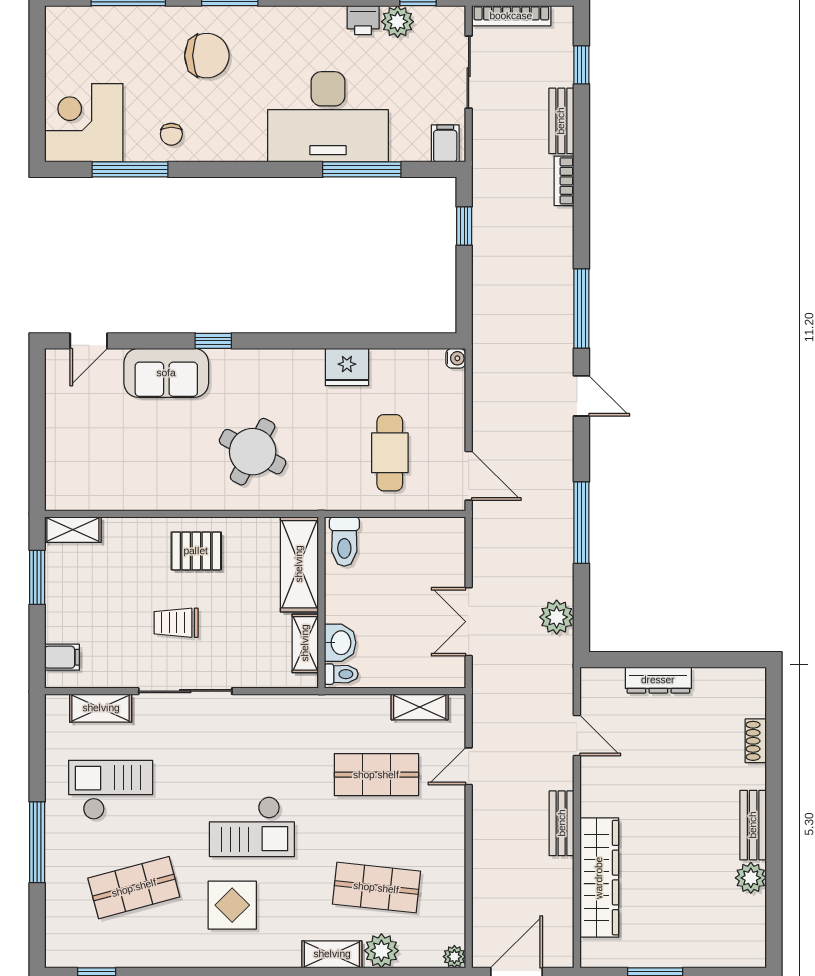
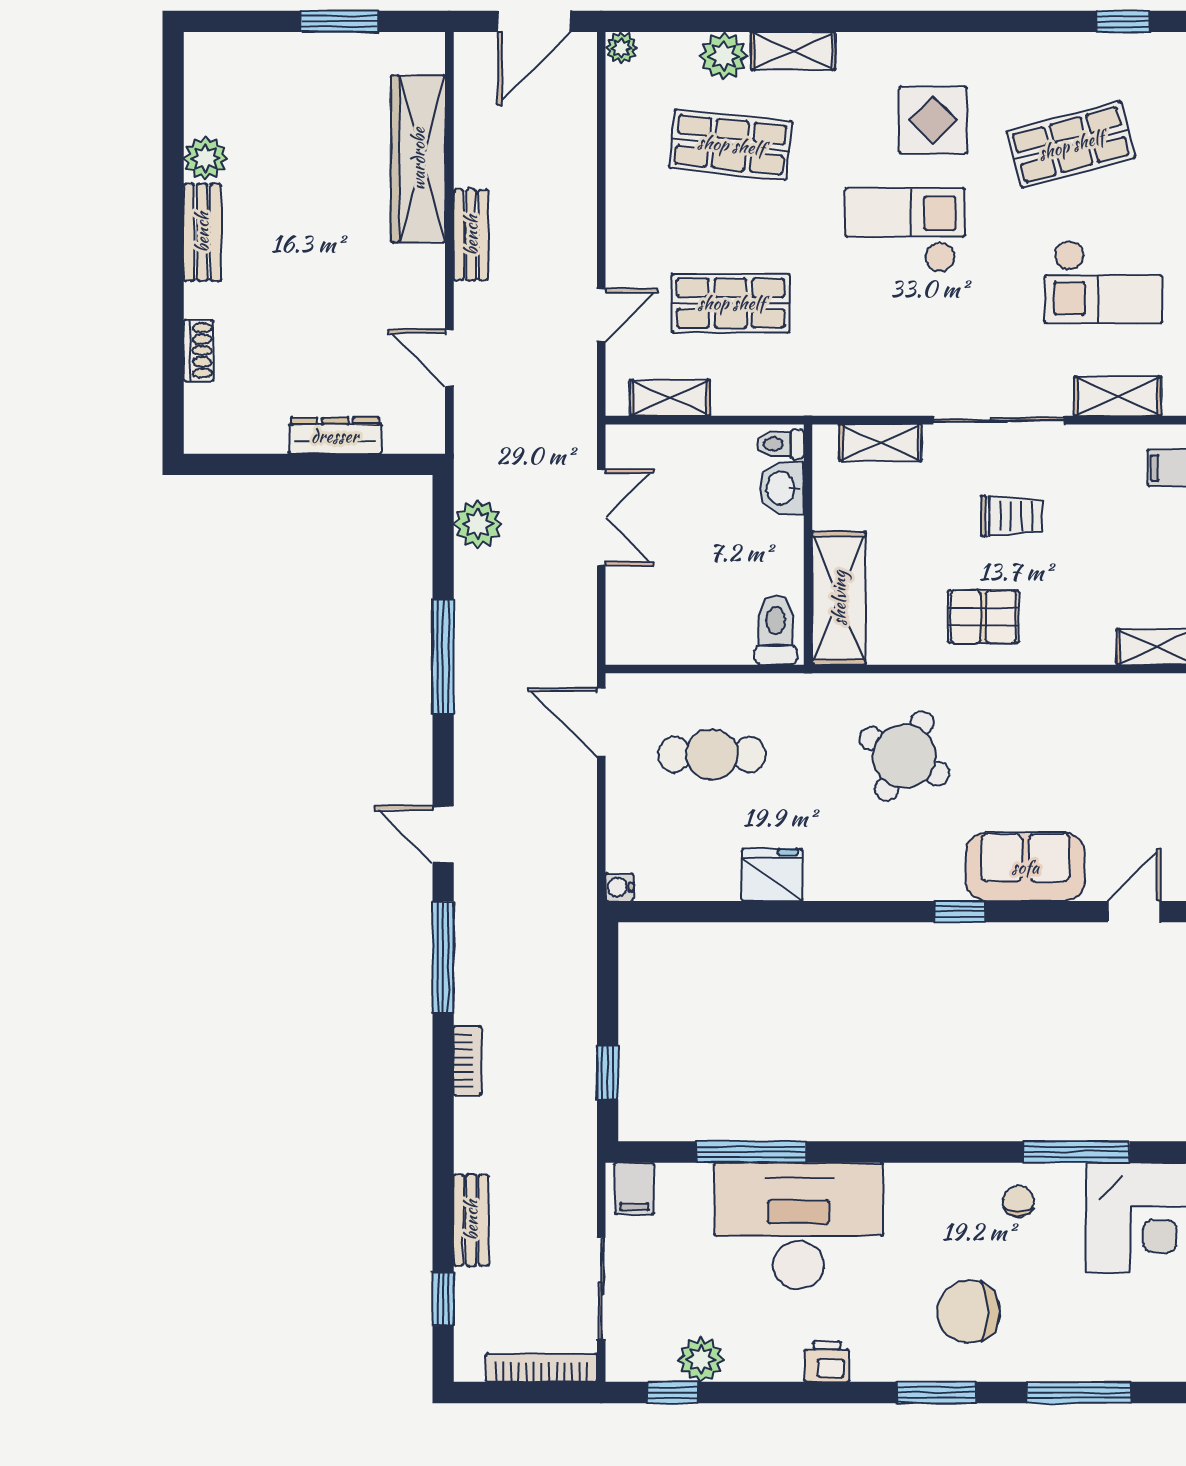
printer: (363, 20) -> (827, 1362), moved
bookcase: (564, 181) -> (468, 1061), moved
cafe table: (390, 453) -> (712, 755), turned 90
shelving: (305, 643) -> (880, 443), moved, turned 90

